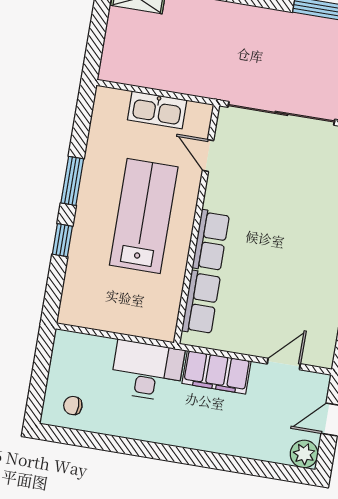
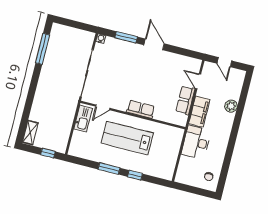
window: (96, 41) -> (48, 153), added
kitchen sink: (157, 110) -> (83, 119), moved
row of seats: (201, 303) -> (185, 100), moved, turned -90
plant: (304, 454) -> (231, 106), moved

